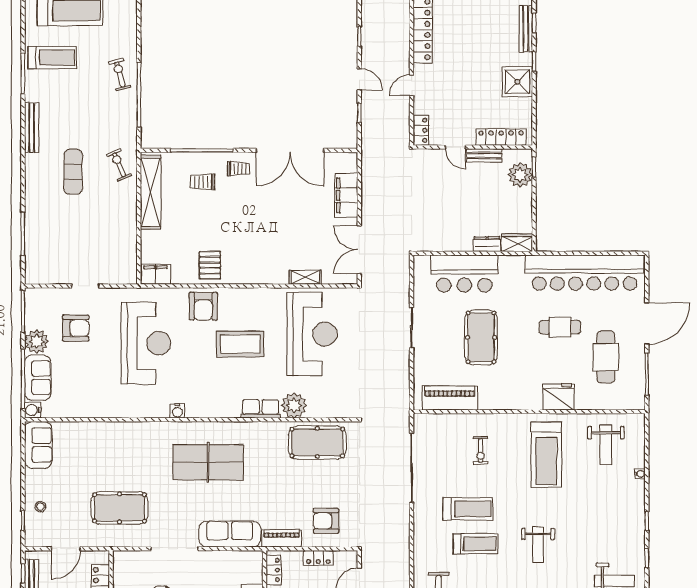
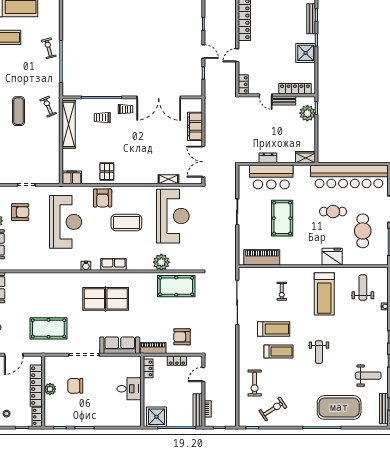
dresser: (487, 244) -> (268, 158), moved
row of seats: (261, 409) -> (114, 264), moved
weight bench: (606, 445) -> (363, 287), turned 180

